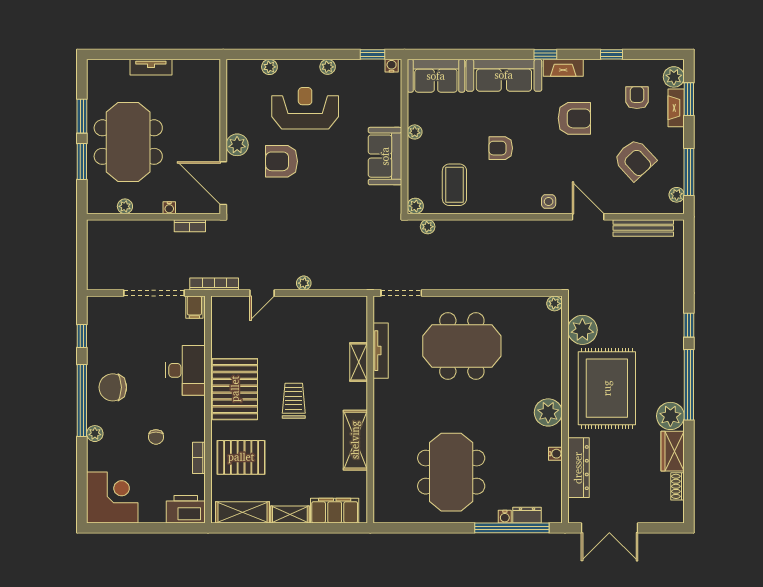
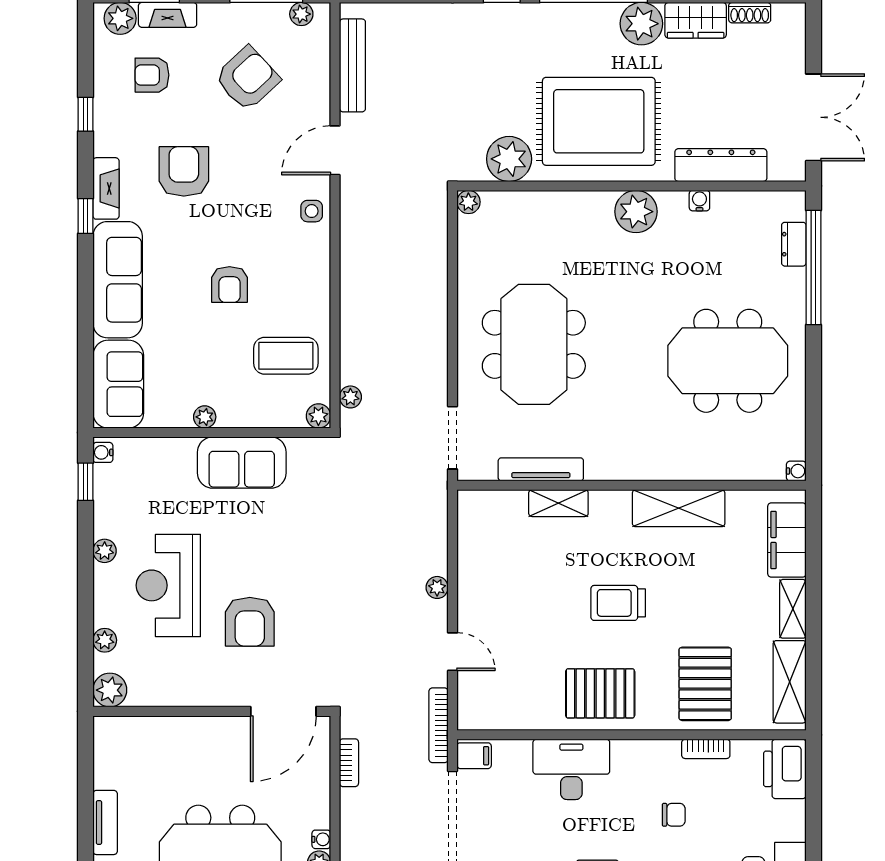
plant: (237, 145) -> (110, 690), moved
water cooler: (169, 208) -> (321, 839), moved
pallet: (235, 389) -> (600, 693), width x0.73, depth x0.71
water cooler: (505, 517) -> (796, 471), moved

